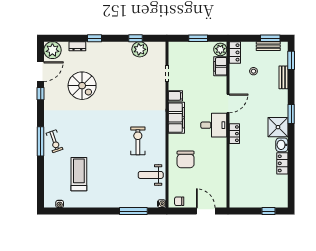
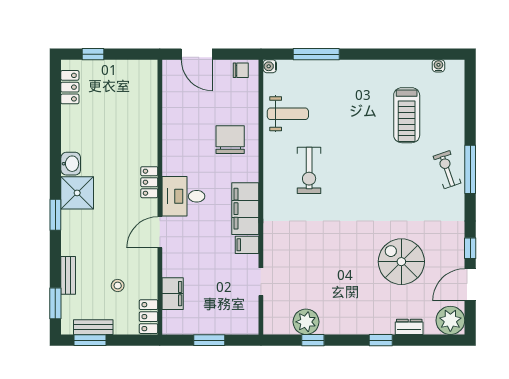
plant: (220, 49) -> (173, 322), removed
locker: (282, 163) -> (70, 87), moved

